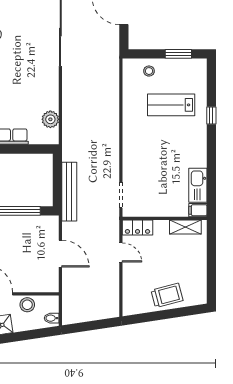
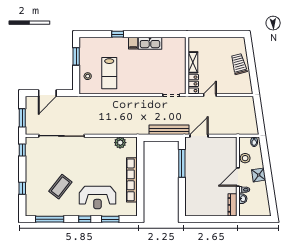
lab bench: (171, 105) -> (109, 73), moved
kitchen sink: (198, 185) -> (150, 43), moved
filing cabinet: (198, 210) -> (133, 43), moved
shelving: (185, 227) -> (193, 62), moved
door: (60, 254) -> (199, 136), moved

